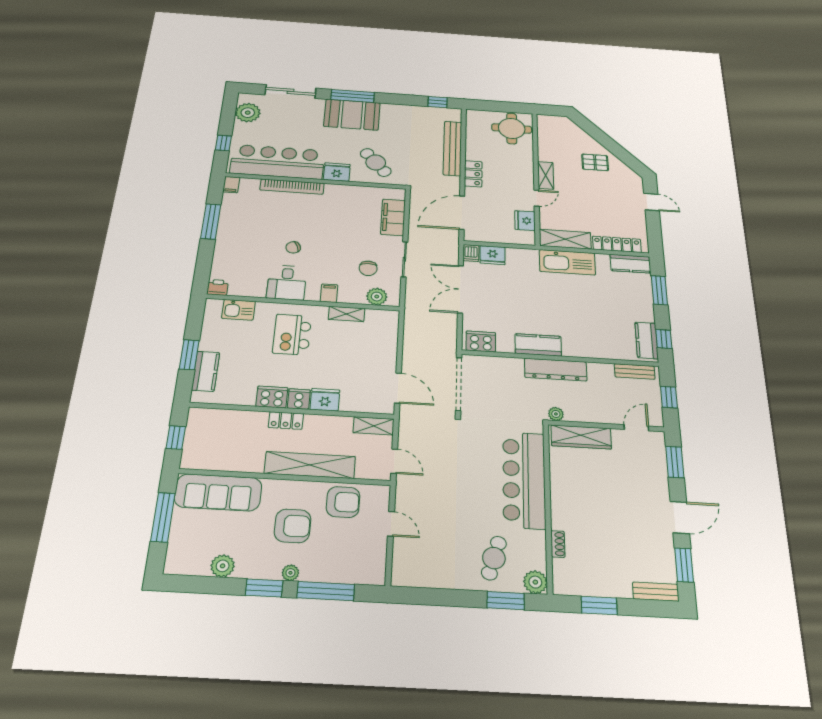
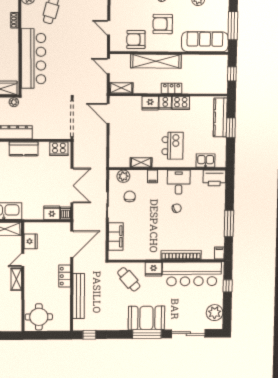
printer: (218, 287) -> (214, 178), width x1.87, depth x1.48
kitchen counter: (206, 371) -> (220, 117), width x1.50

